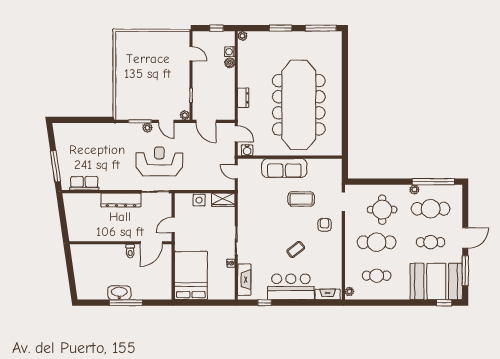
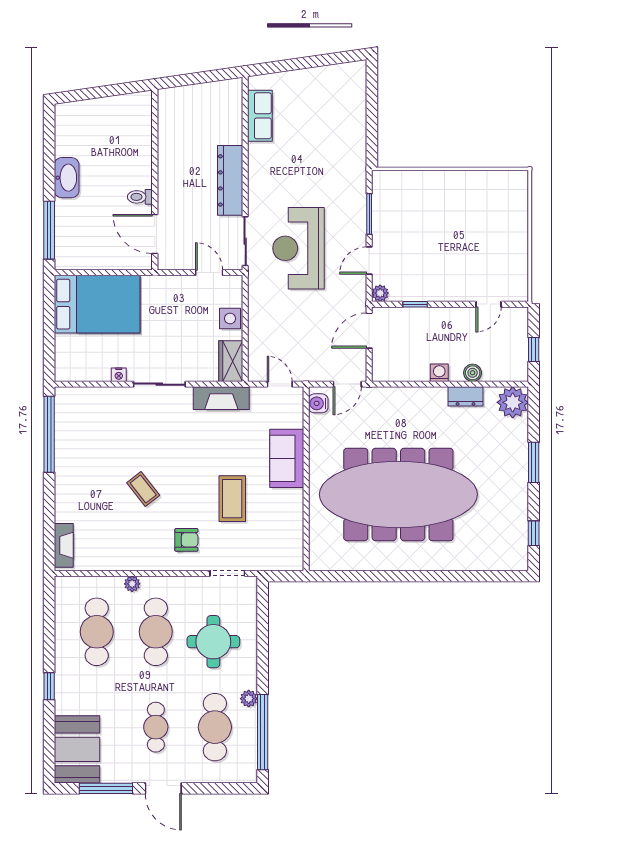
window: (321, 28) -> (534, 533), width x0.46
plant: (242, 36) -> (513, 402), width x1.88, depth x1.88
washing machine: (230, 52) -> (439, 373), moved
dresser: (243, 98) -> (466, 396), moved
plant: (147, 128) -> (358, 227), removed
reception desk: (159, 161) -> (299, 248), turned 180
window: (55, 166) -> (290, 65), removed
sofa: (284, 168) -> (287, 458), width x0.73
door: (236, 172) -> (280, 384), hinge flipped
door: (173, 225) -> (209, 273), moved
cafe table: (377, 276) -> (97, 632), width x1.37, depth x1.35
fireplace: (244, 280) -> (221, 398), moved
booth: (436, 281) -> (77, 749), width x0.73, depth x0.70
bar counter: (291, 287) -> (77, 481), removed
plant: (349, 291) -> (132, 584), moved
window: (126, 303) -> (49, 230), moved
window: (265, 303) -> (49, 434), width x3.17
window: (444, 303) -> (49, 686), moved

